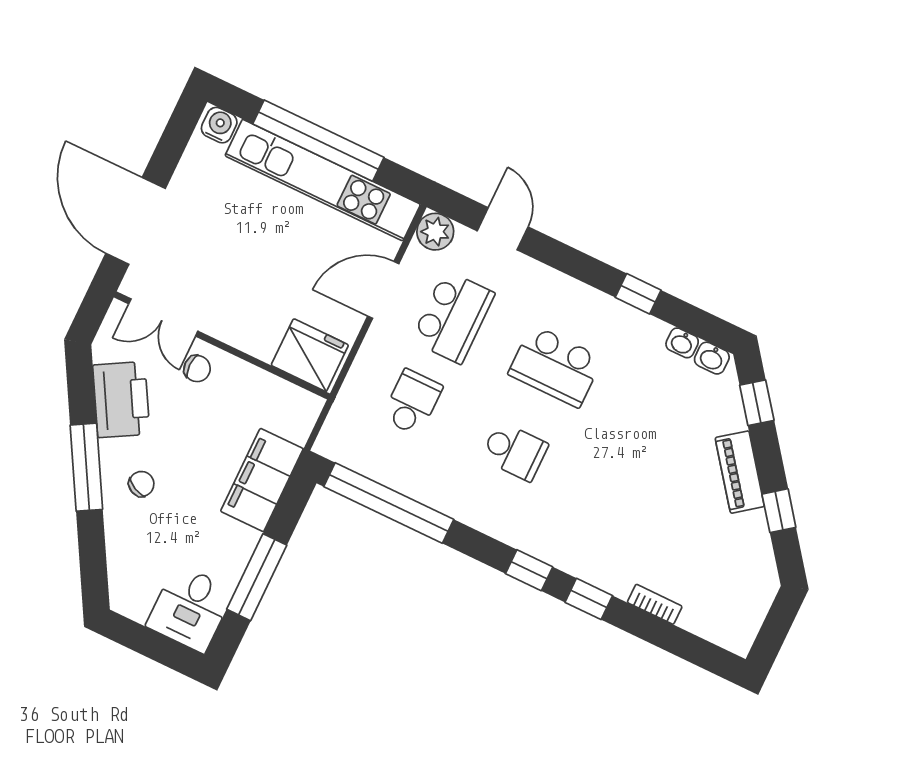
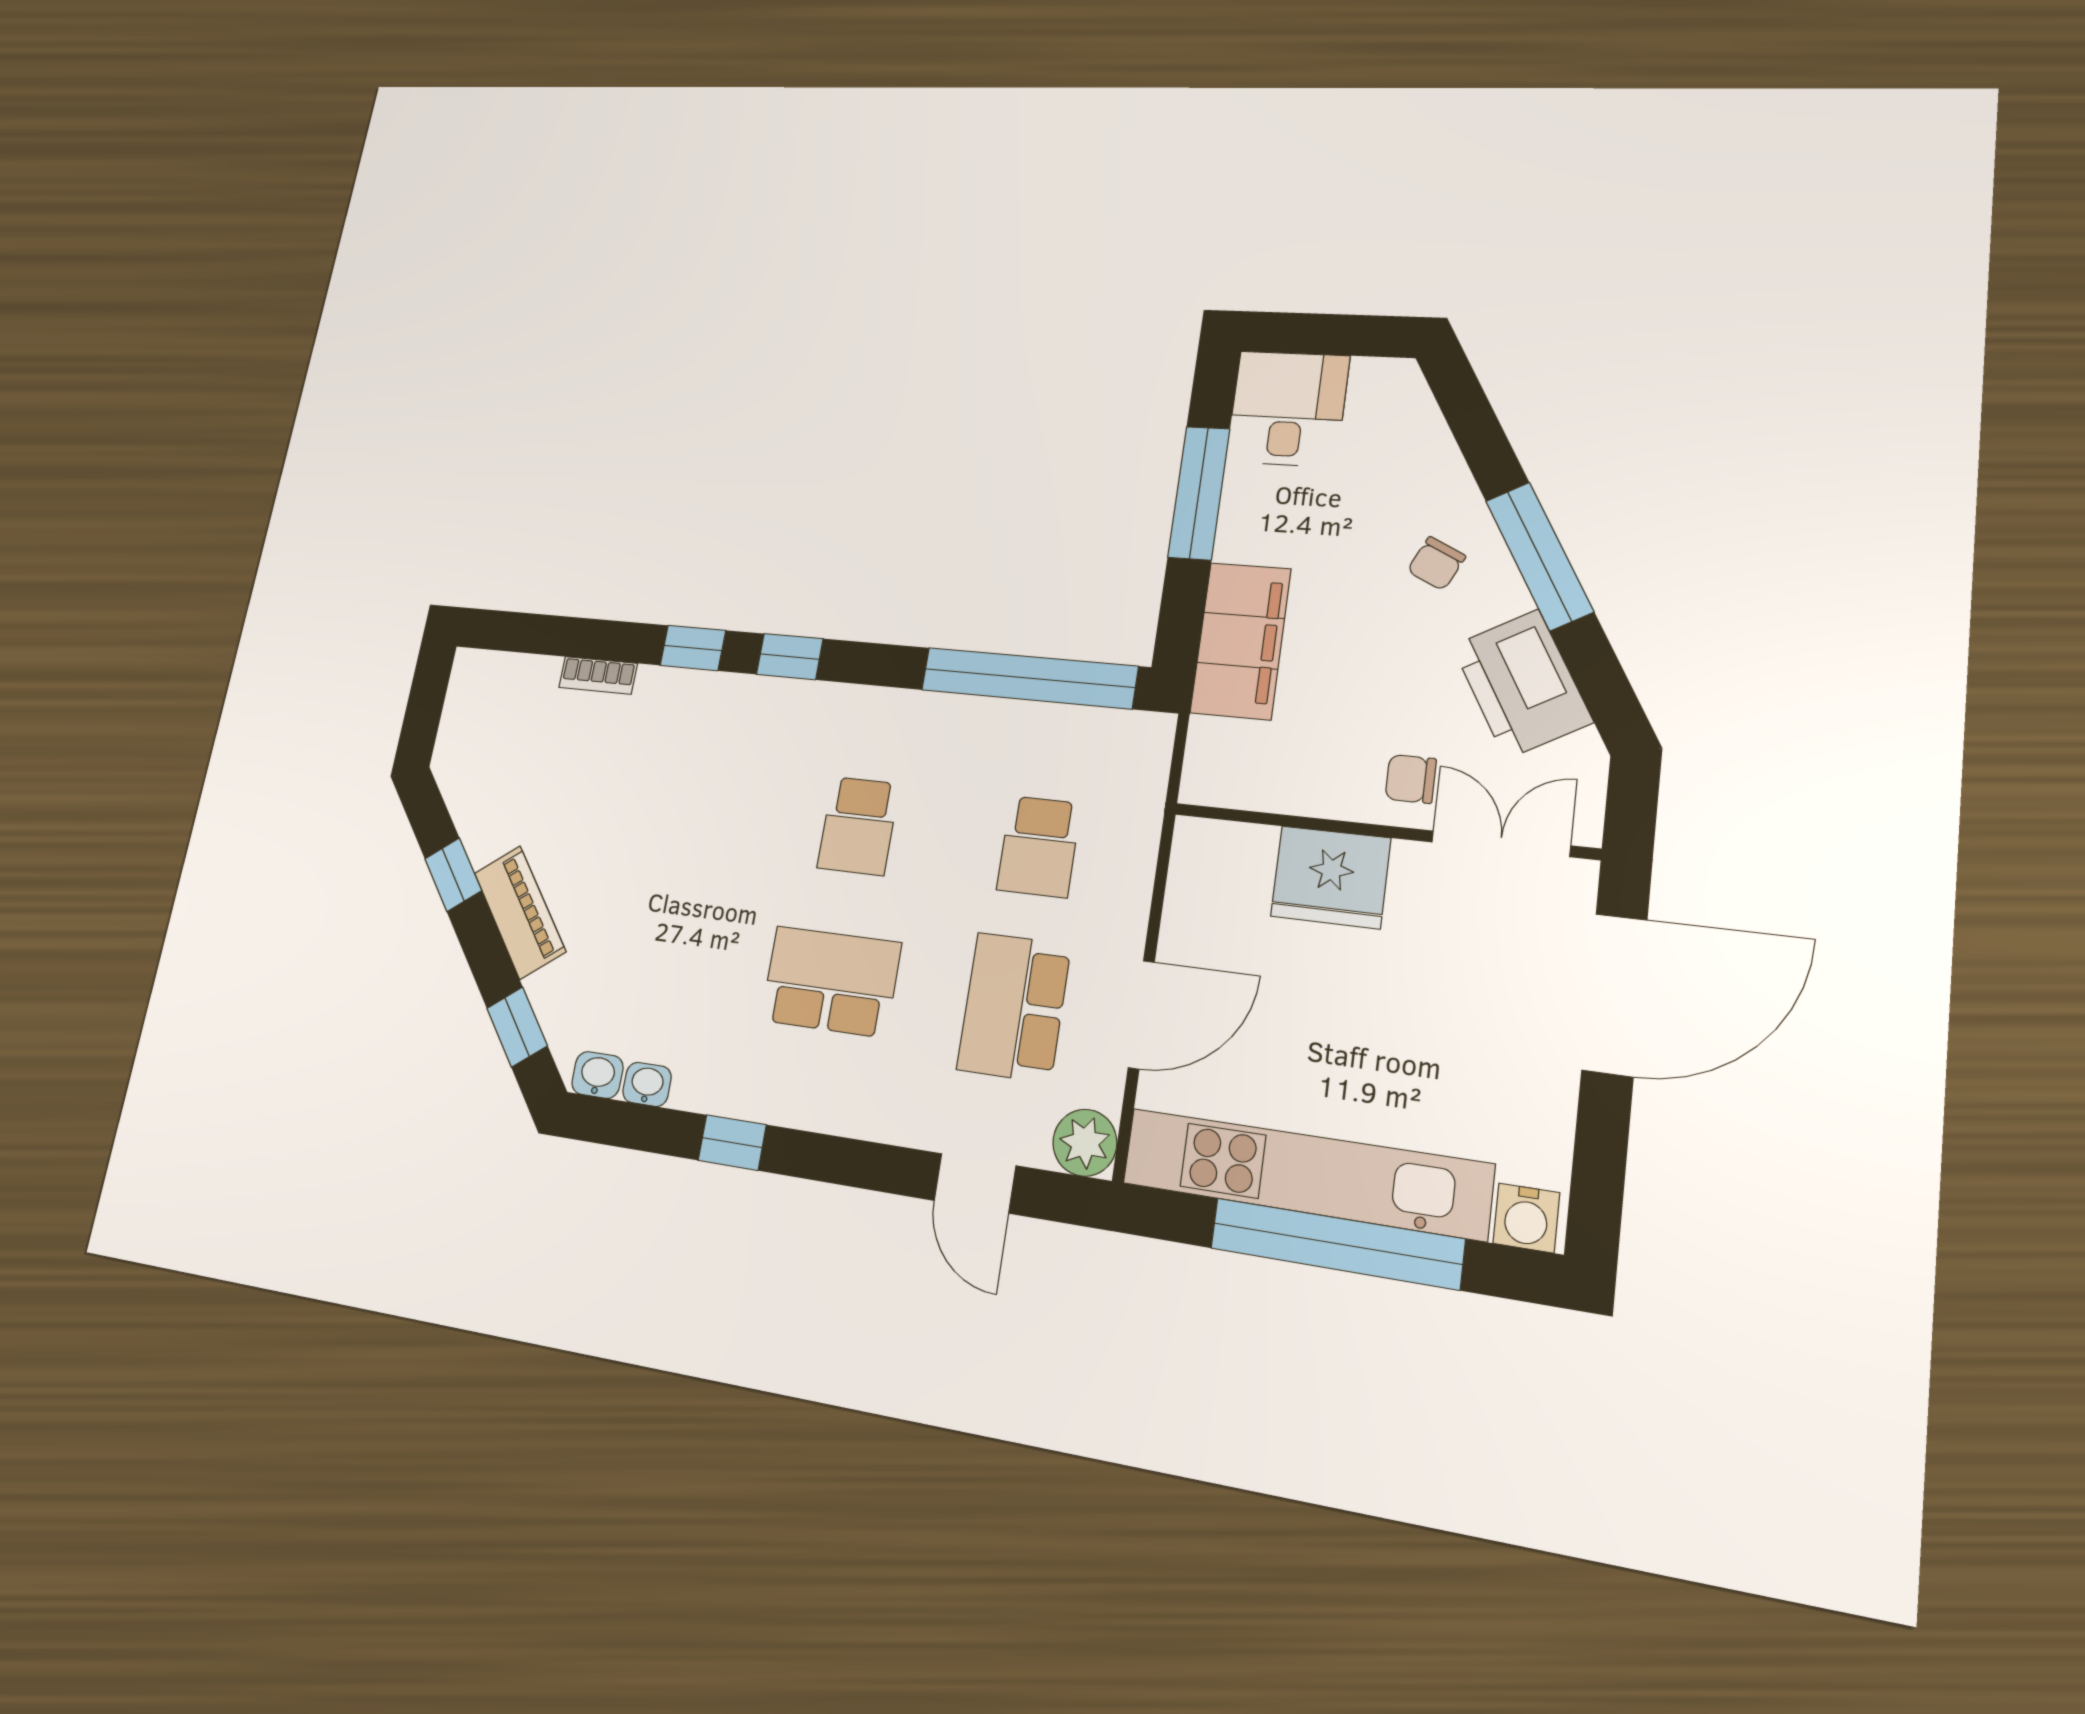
door: (136, 221) -> (1614, 995), hinge flipped
fridge: (310, 355) -> (1331, 877), moved
school desk: (515, 451) -> (858, 826), turned -90

